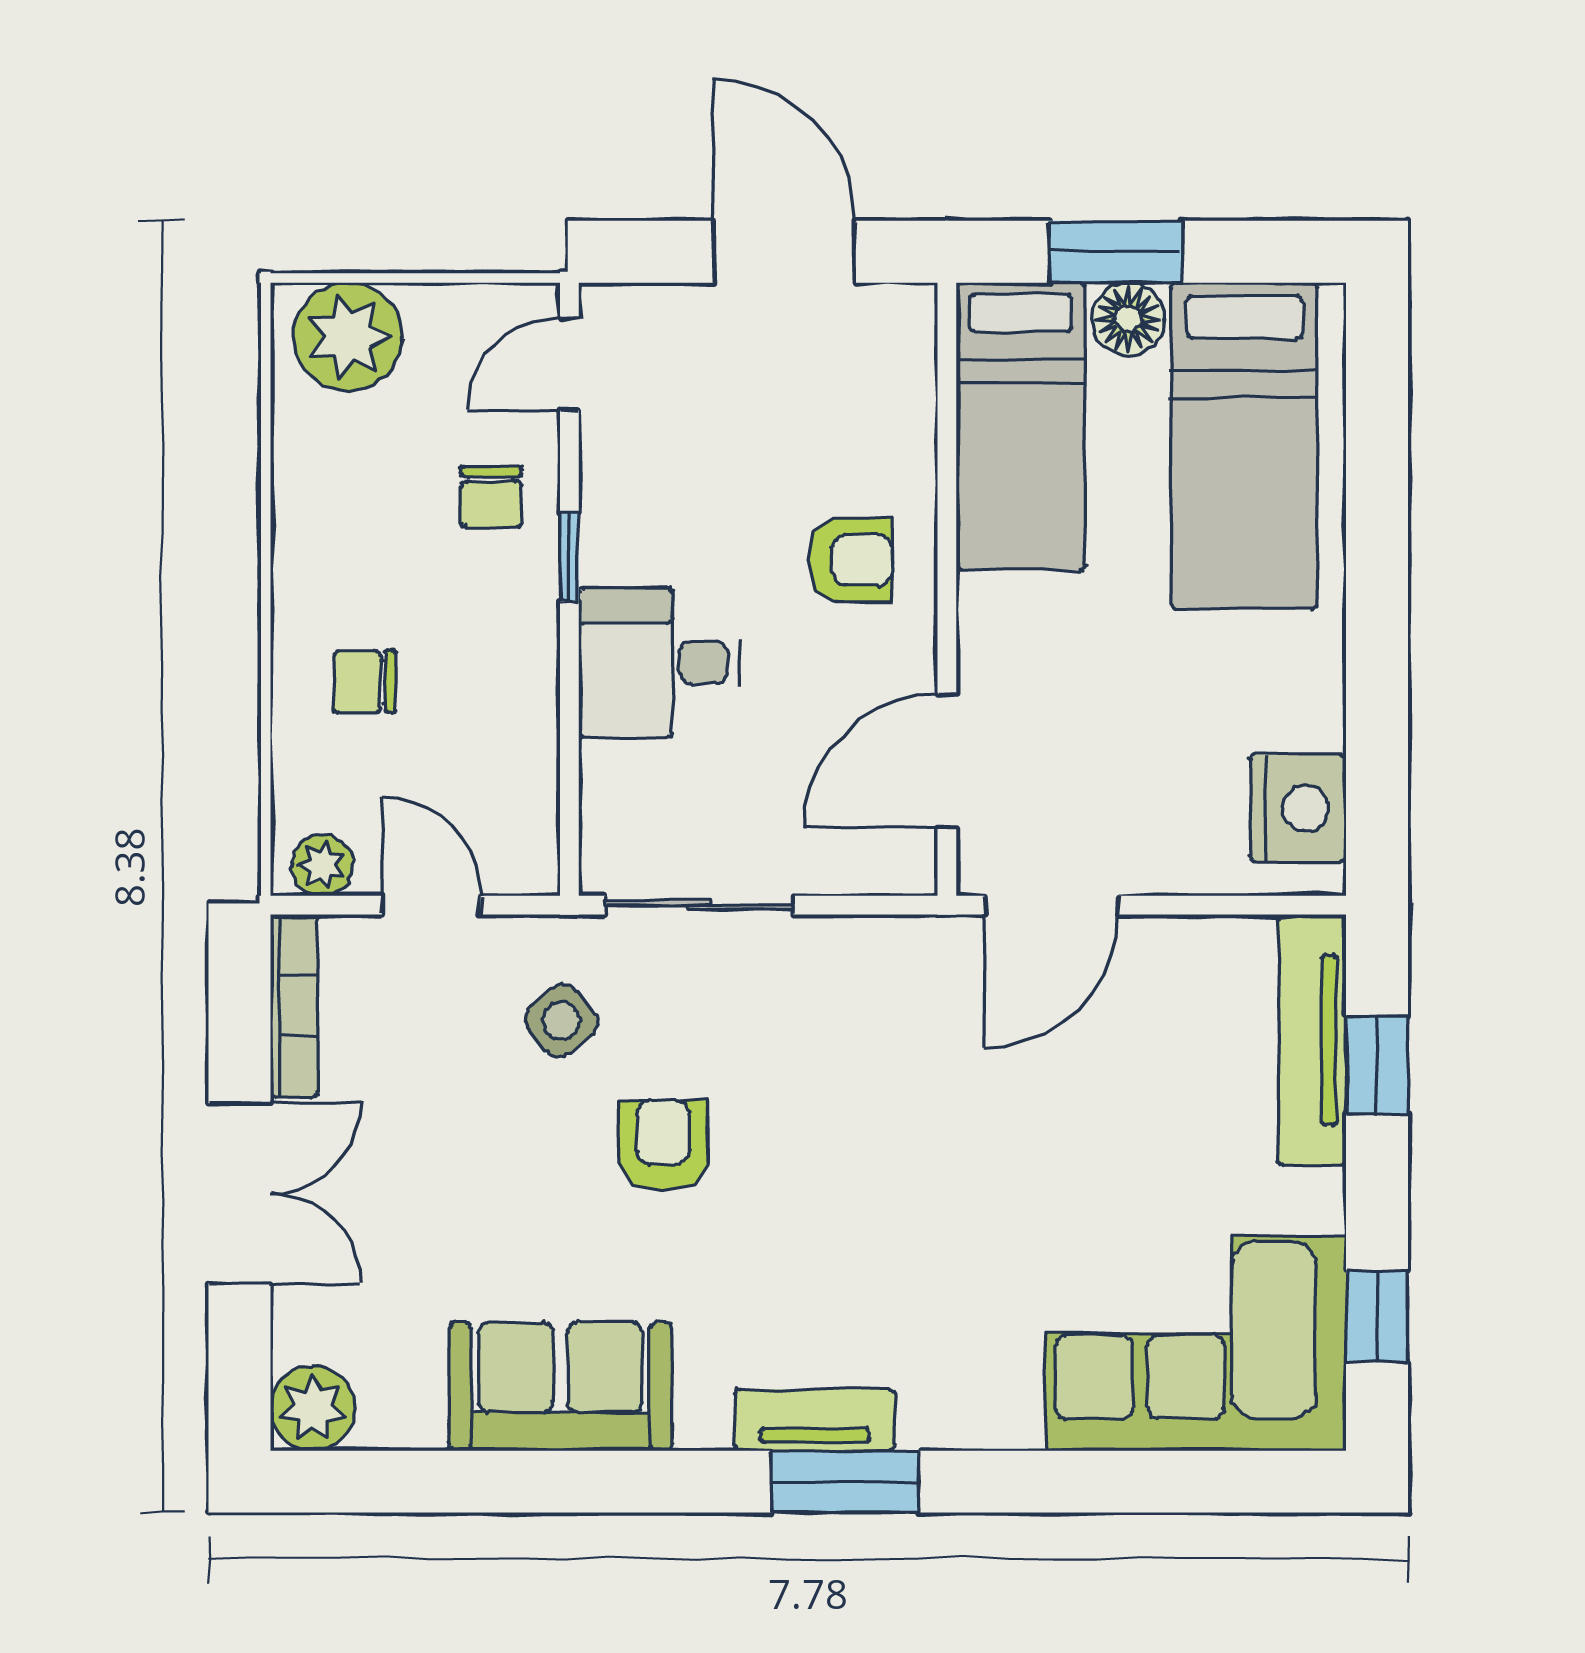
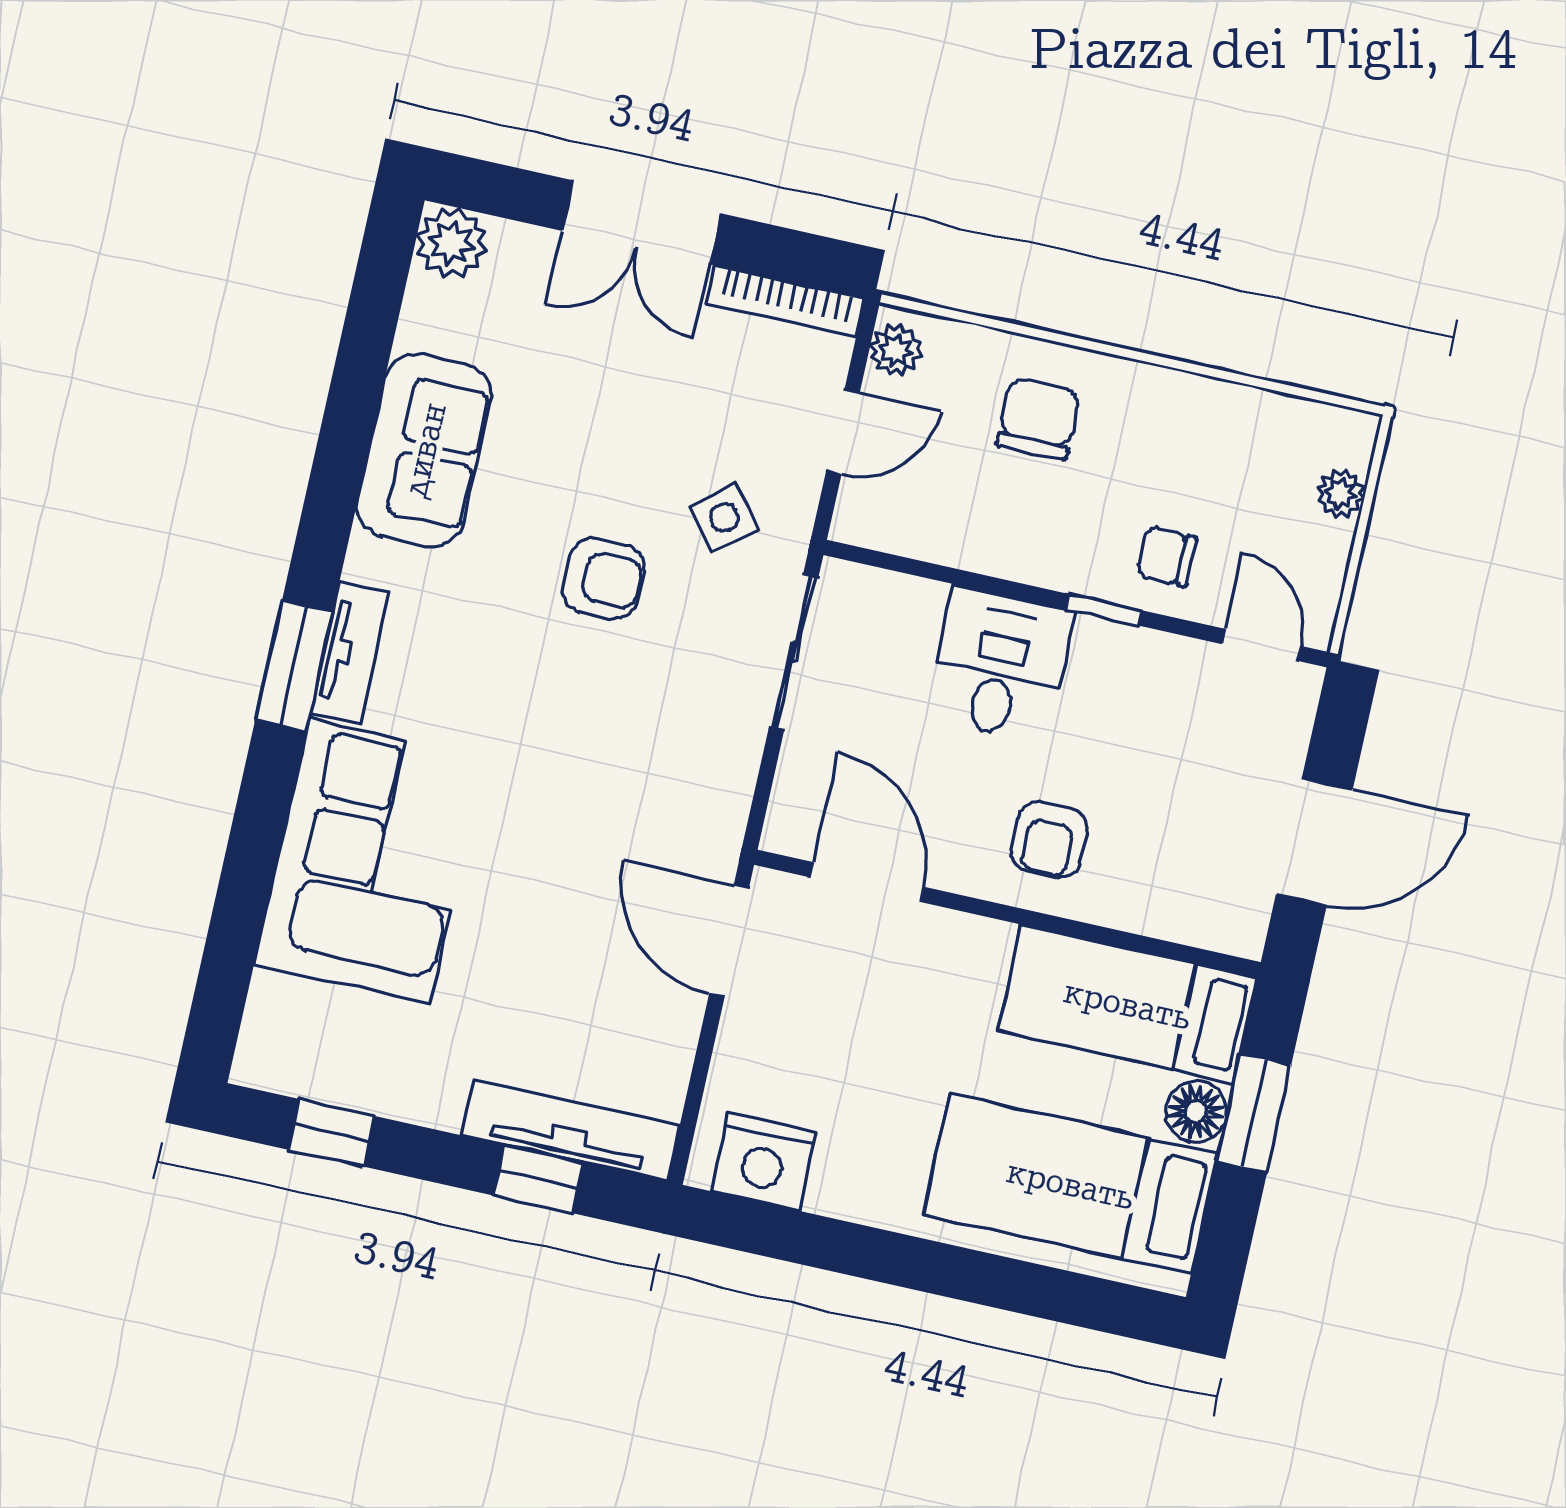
plant: (348, 337) -> (1341, 494), width x0.53, depth x0.53
chair: (364, 682) -> (1038, 419), width x1.37, depth x1.37
corner sofa: (1196, 1344) -> (369, 861), moved

